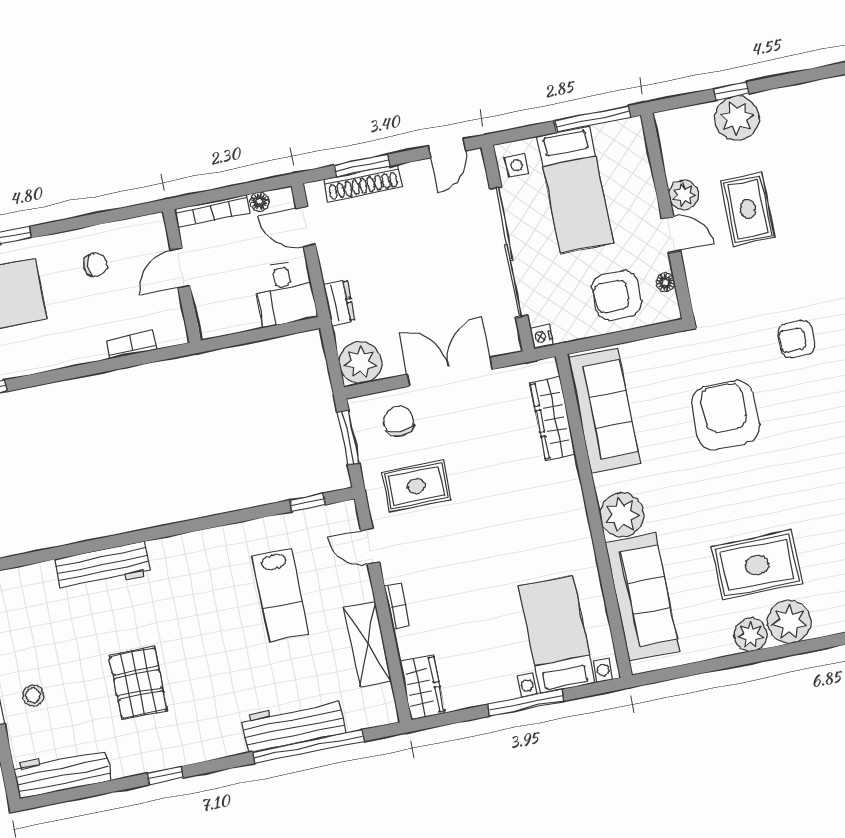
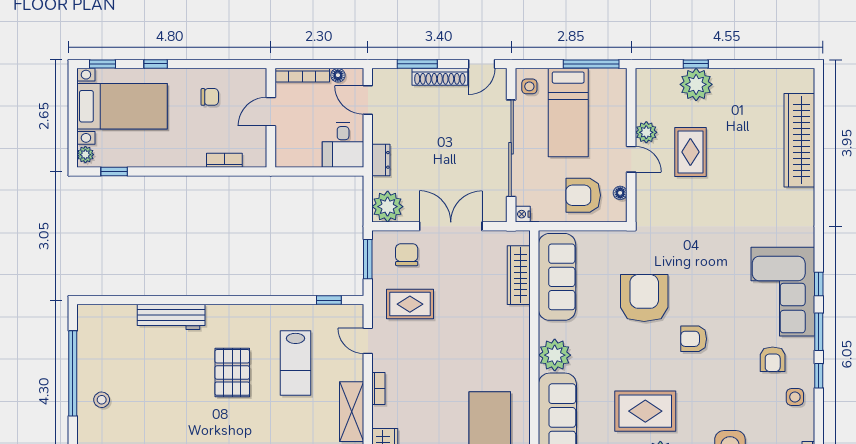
shoe rack: (363, 183) -> (440, 77), moved
armchair: (796, 339) -> (694, 339), moved
pallet: (138, 683) -> (232, 372), moved

